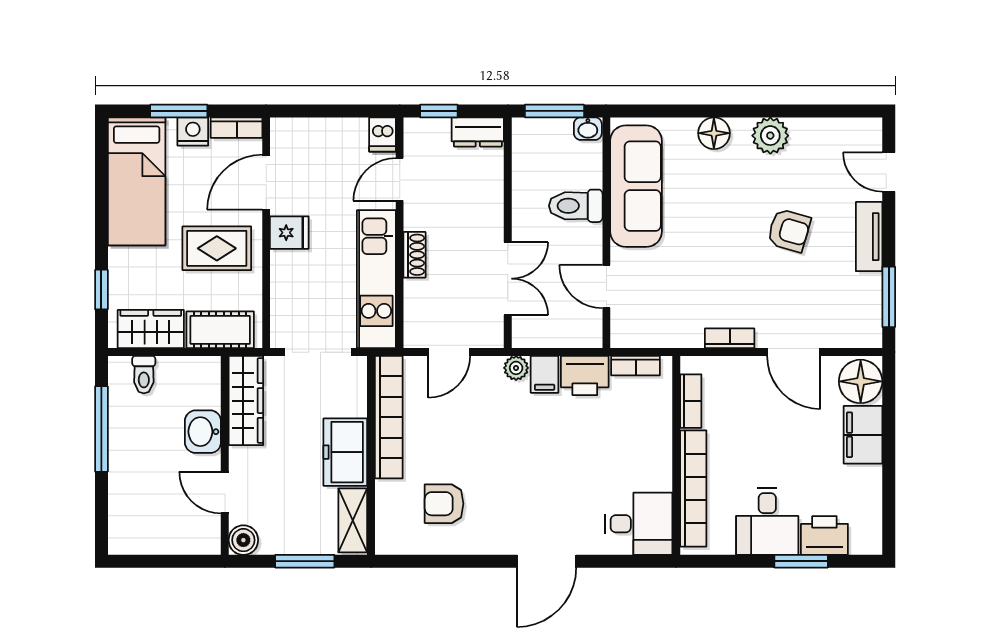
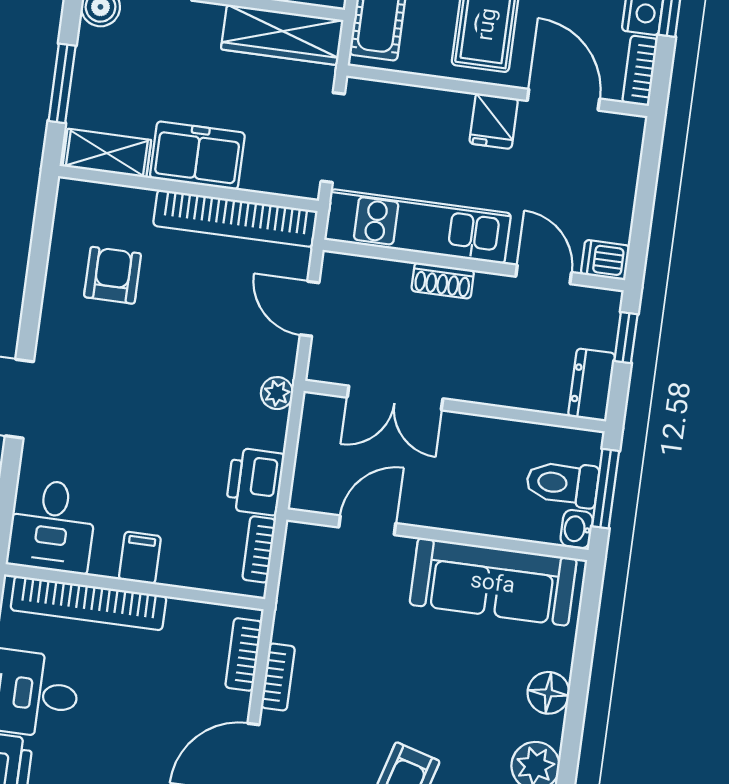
toilet: (576, 206) -> (562, 484), moved, turned -90
filing cabinet: (545, 374) -> (140, 558), moved, turned 90
bookcase: (691, 401) -> (244, 654), moved, turned 90

